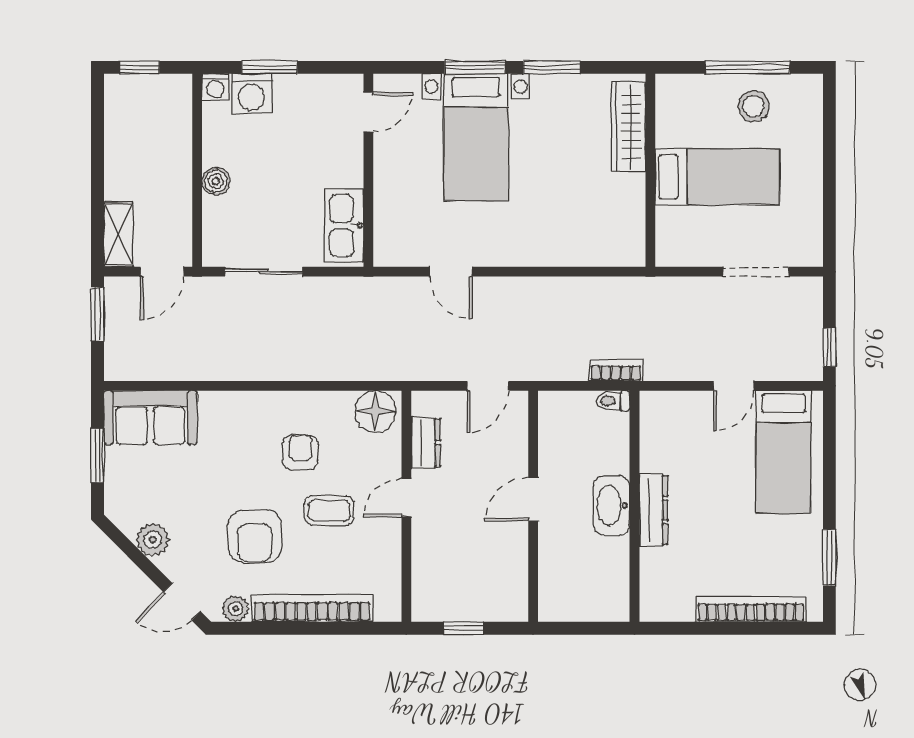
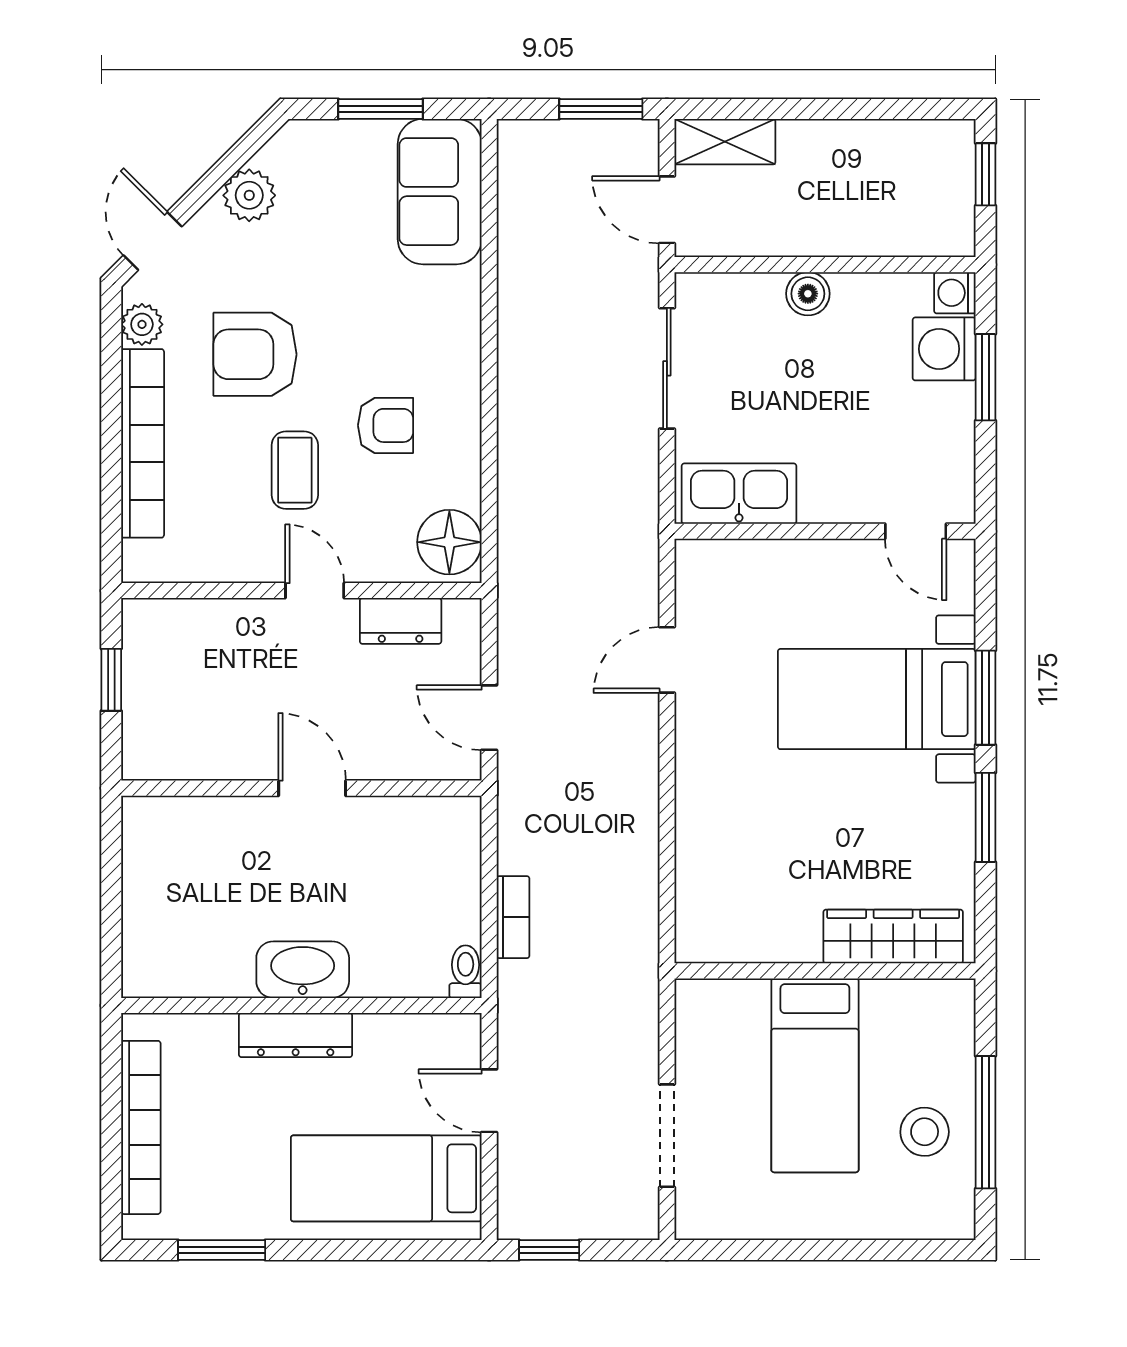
toilet: (613, 401) -> (466, 972), moved
washbasin: (612, 505) -> (303, 970), moved
wall: (635, 506) -> (301, 1005), moved
dresser: (653, 510) -> (296, 1035), moved

